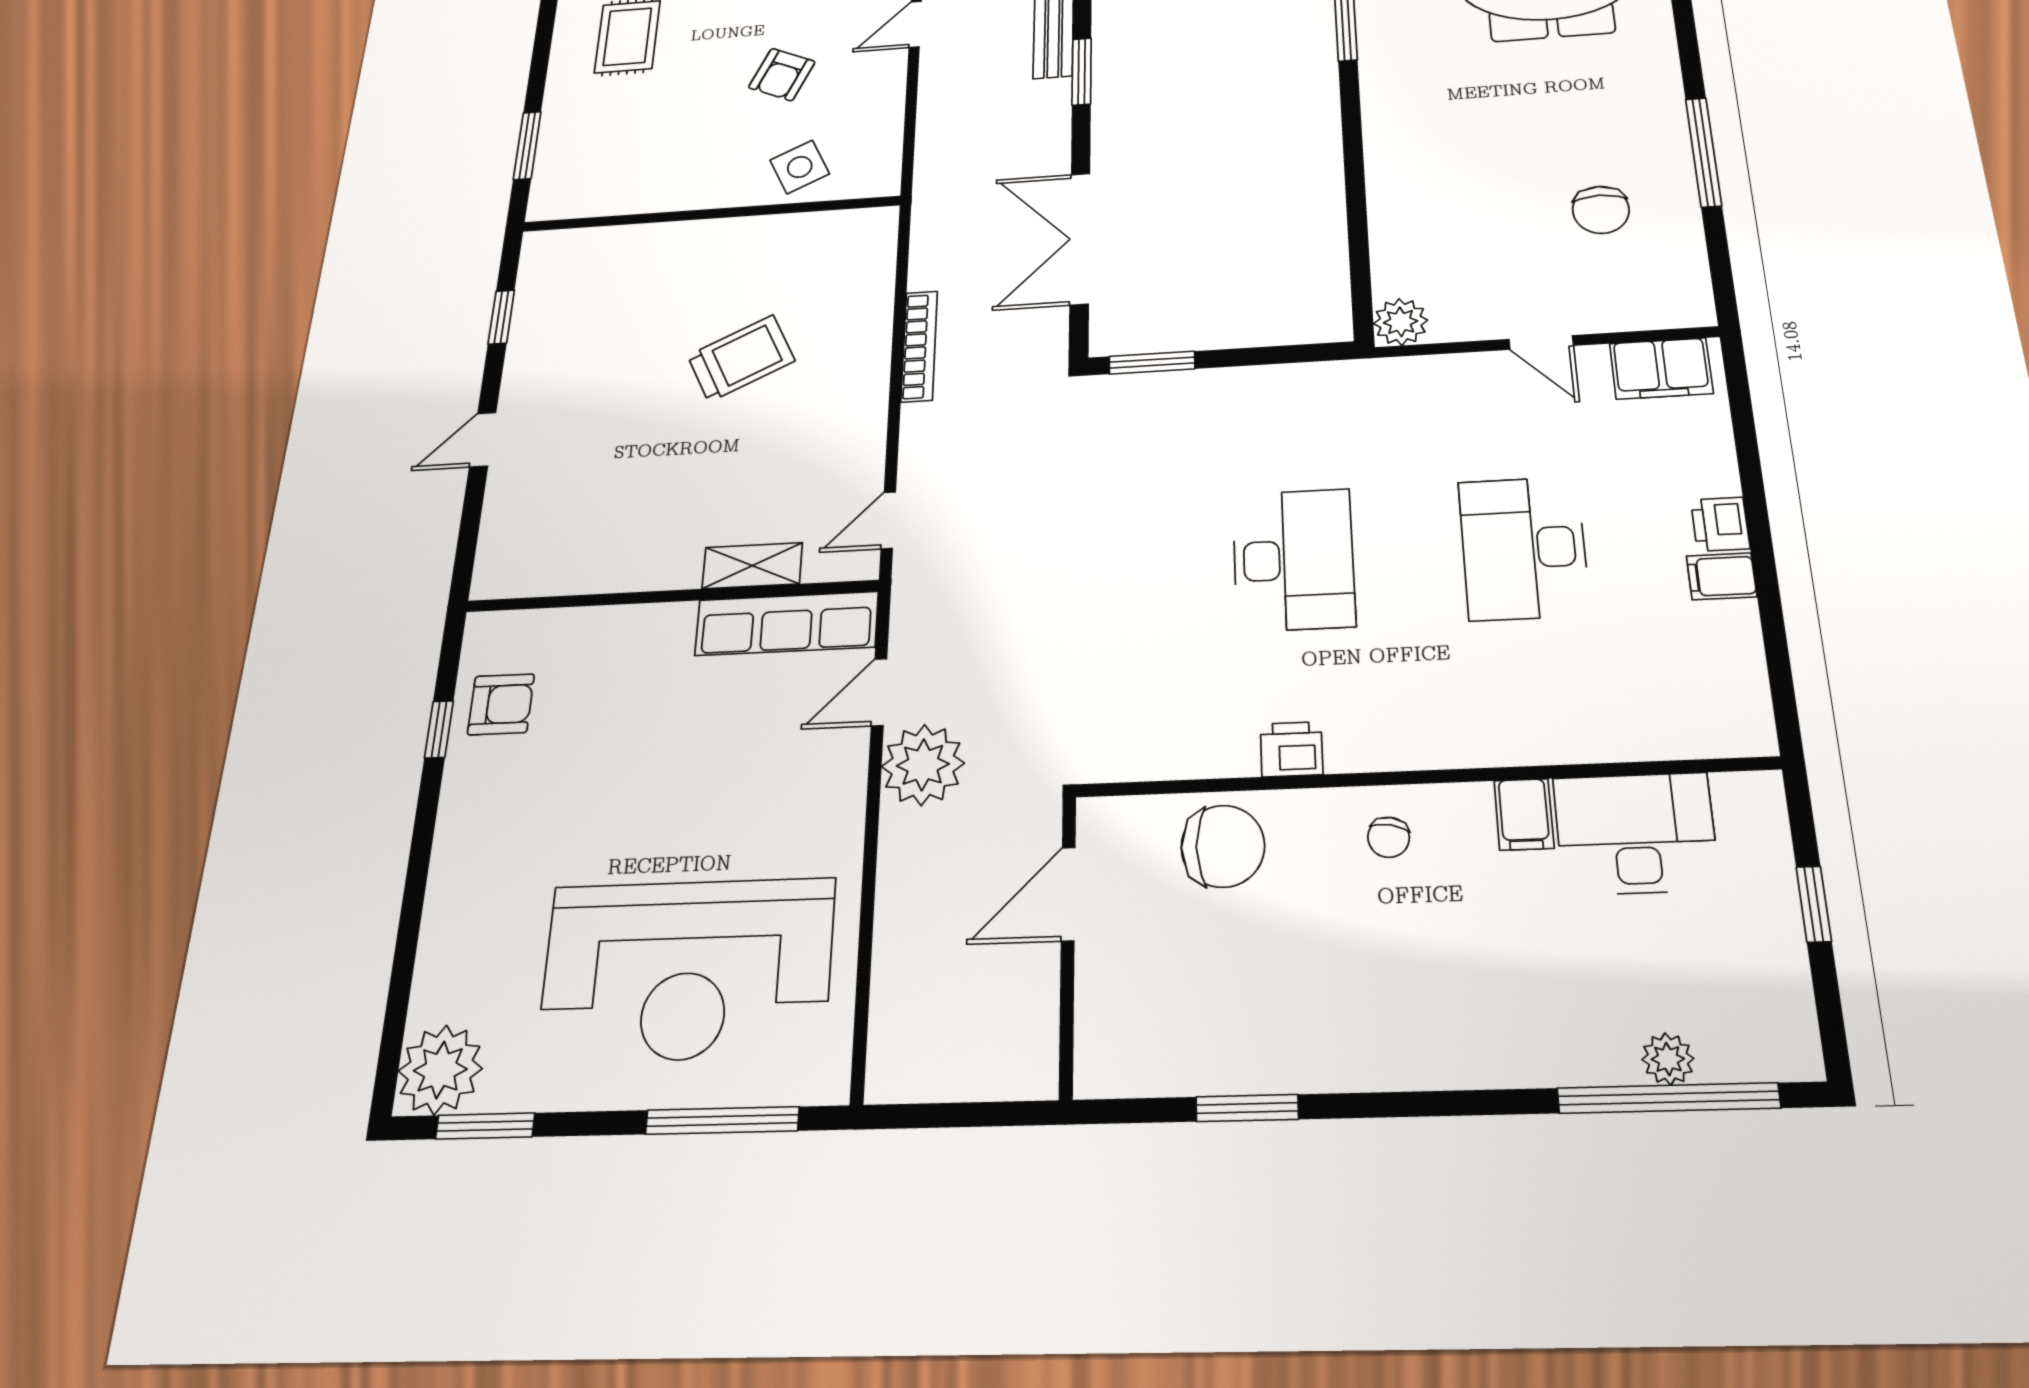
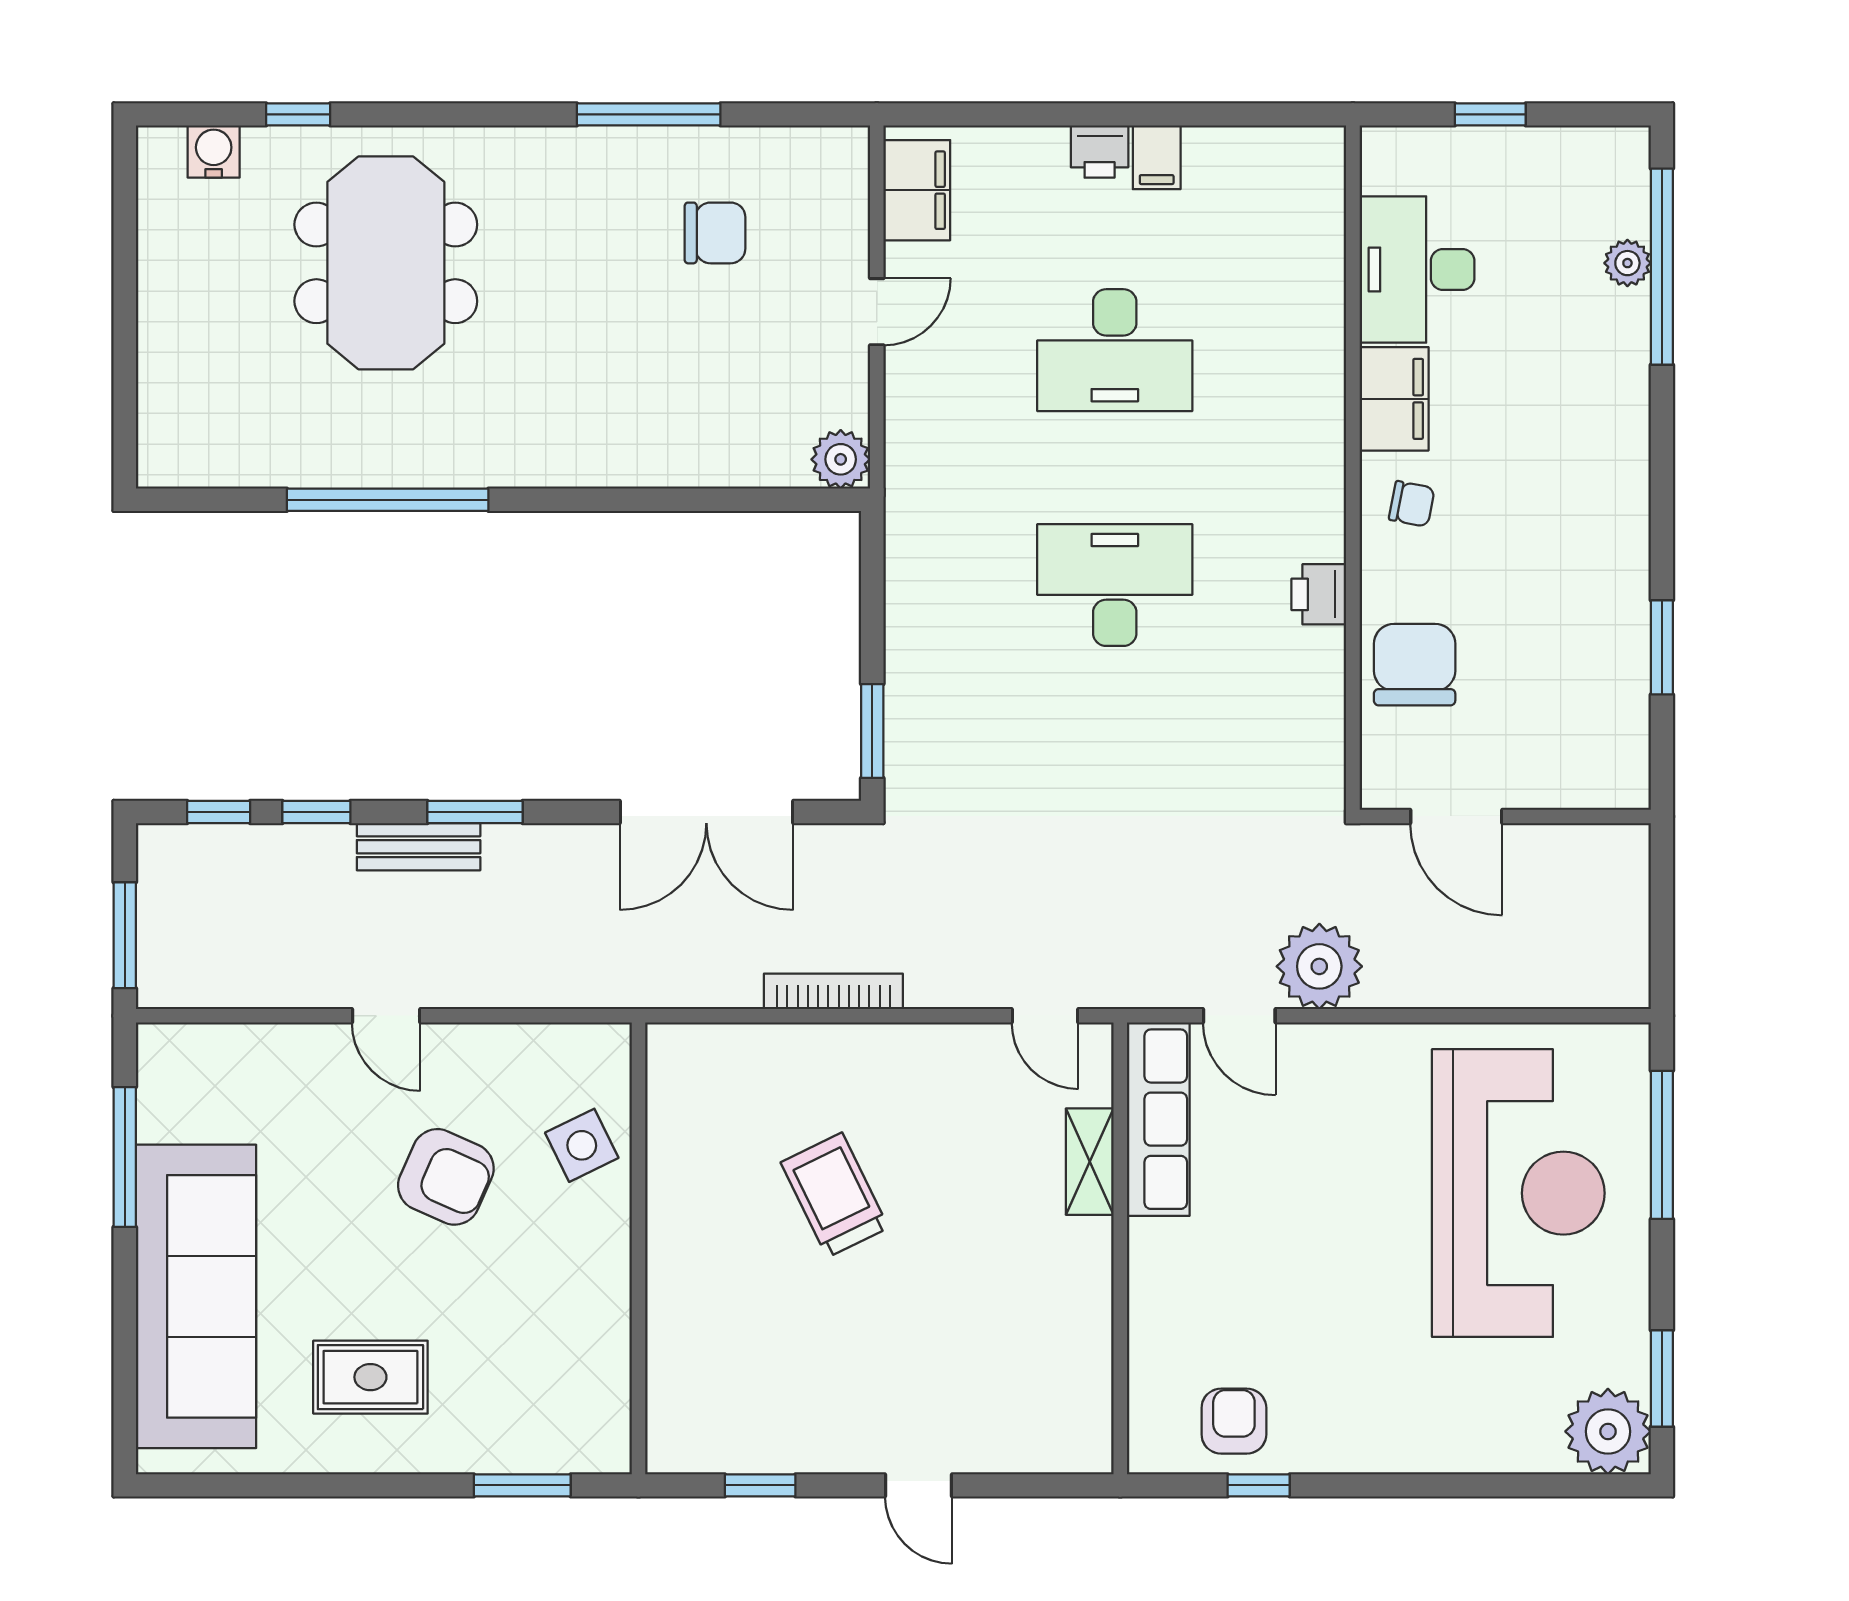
armchair: (782, 75) -> (446, 1177), width x1.38, depth x1.38
filing cabinet: (1524, 814) -> (1394, 399), width x2.00

